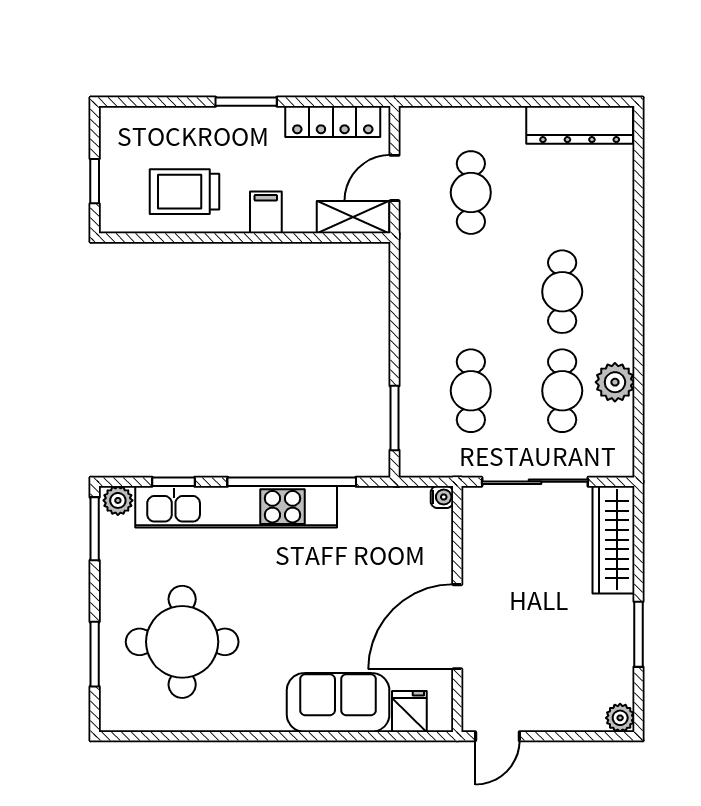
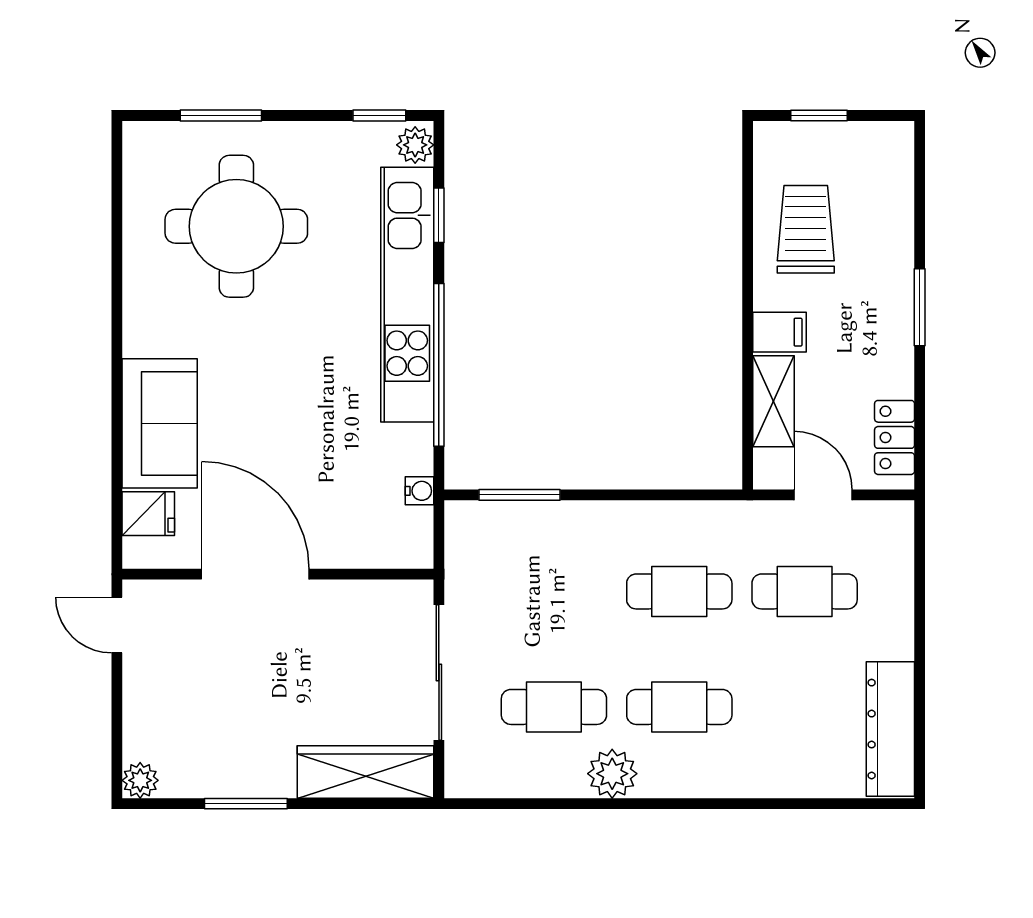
locker: (333, 121) -> (895, 437), width x0.66
shelving: (353, 217) -> (773, 401), moved
plant: (615, 382) -> (612, 774), moved
cafe table: (471, 391) -> (679, 591), moved
water cooler: (442, 497) -> (420, 491), moved, turned -90
window: (95, 529) -> (379, 116), width x0.67

